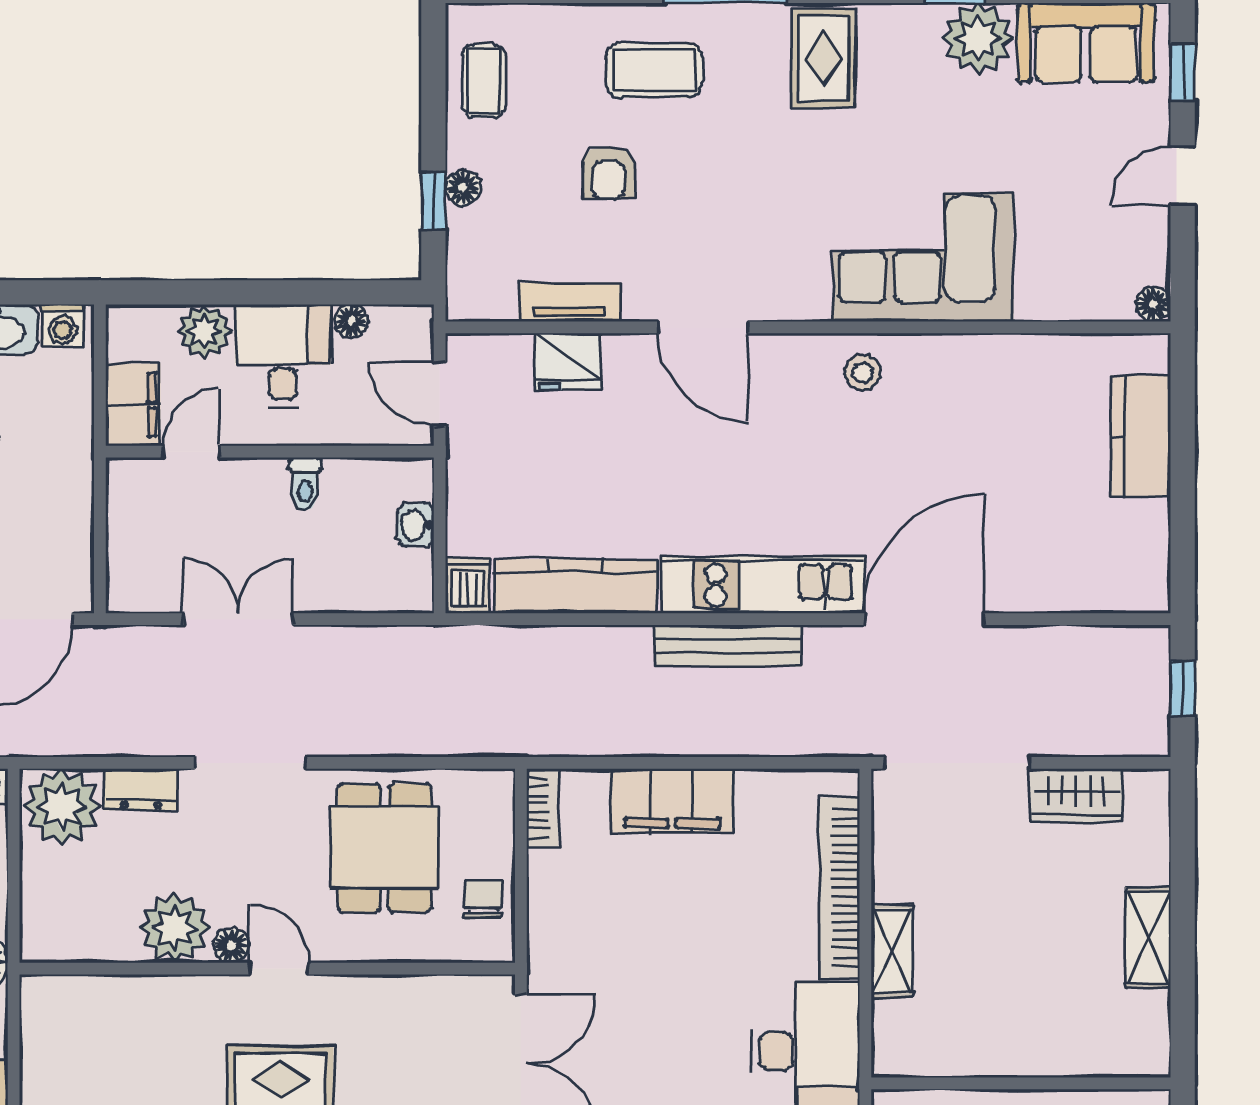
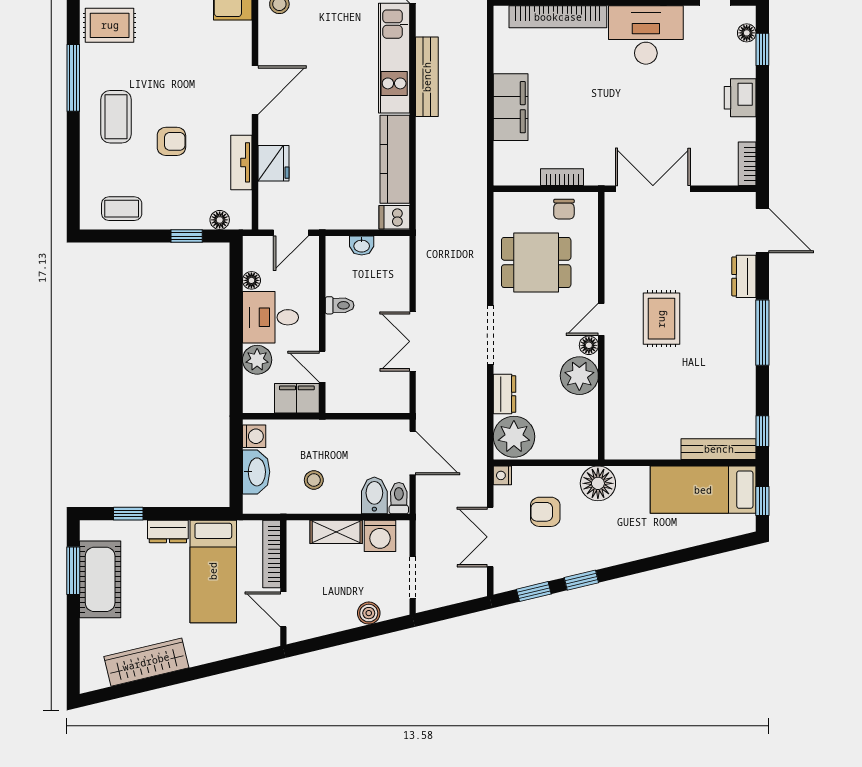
floor lamp: (463, 188) -> (220, 220), moved
bookcase: (542, 808) -> (562, 177), moved
chair: (483, 899) -> (564, 209), turned -90

